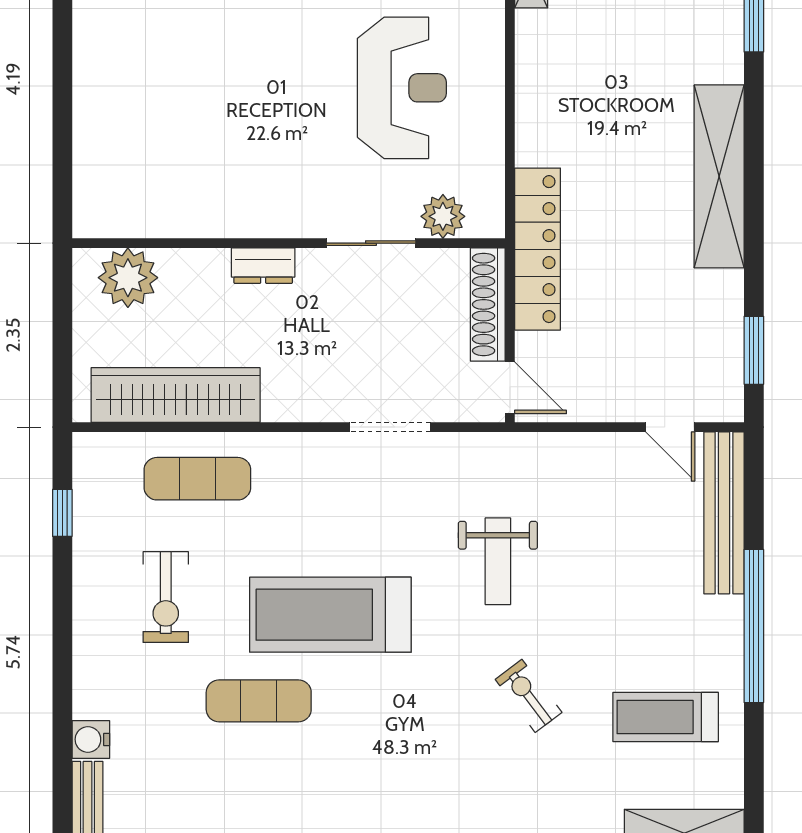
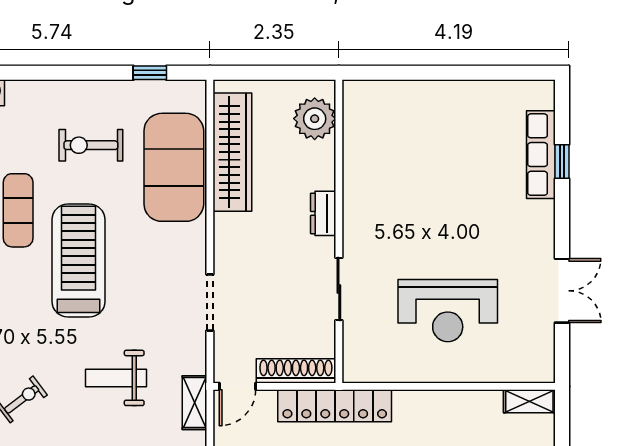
plant: (443, 216) -> (358, 339), removed
shelving: (533, 449) -> (194, 403), added
exercise mat: (197, 479) -> (174, 167), width x2.00, depth x1.45

